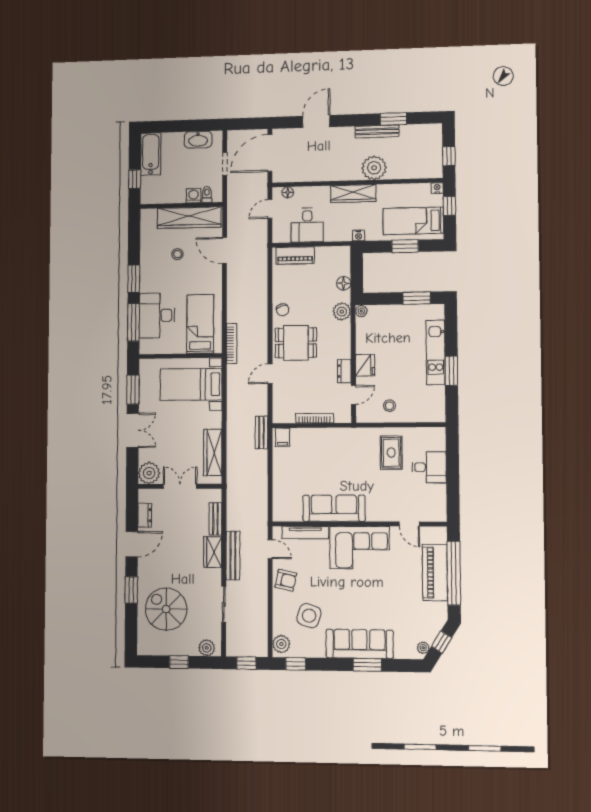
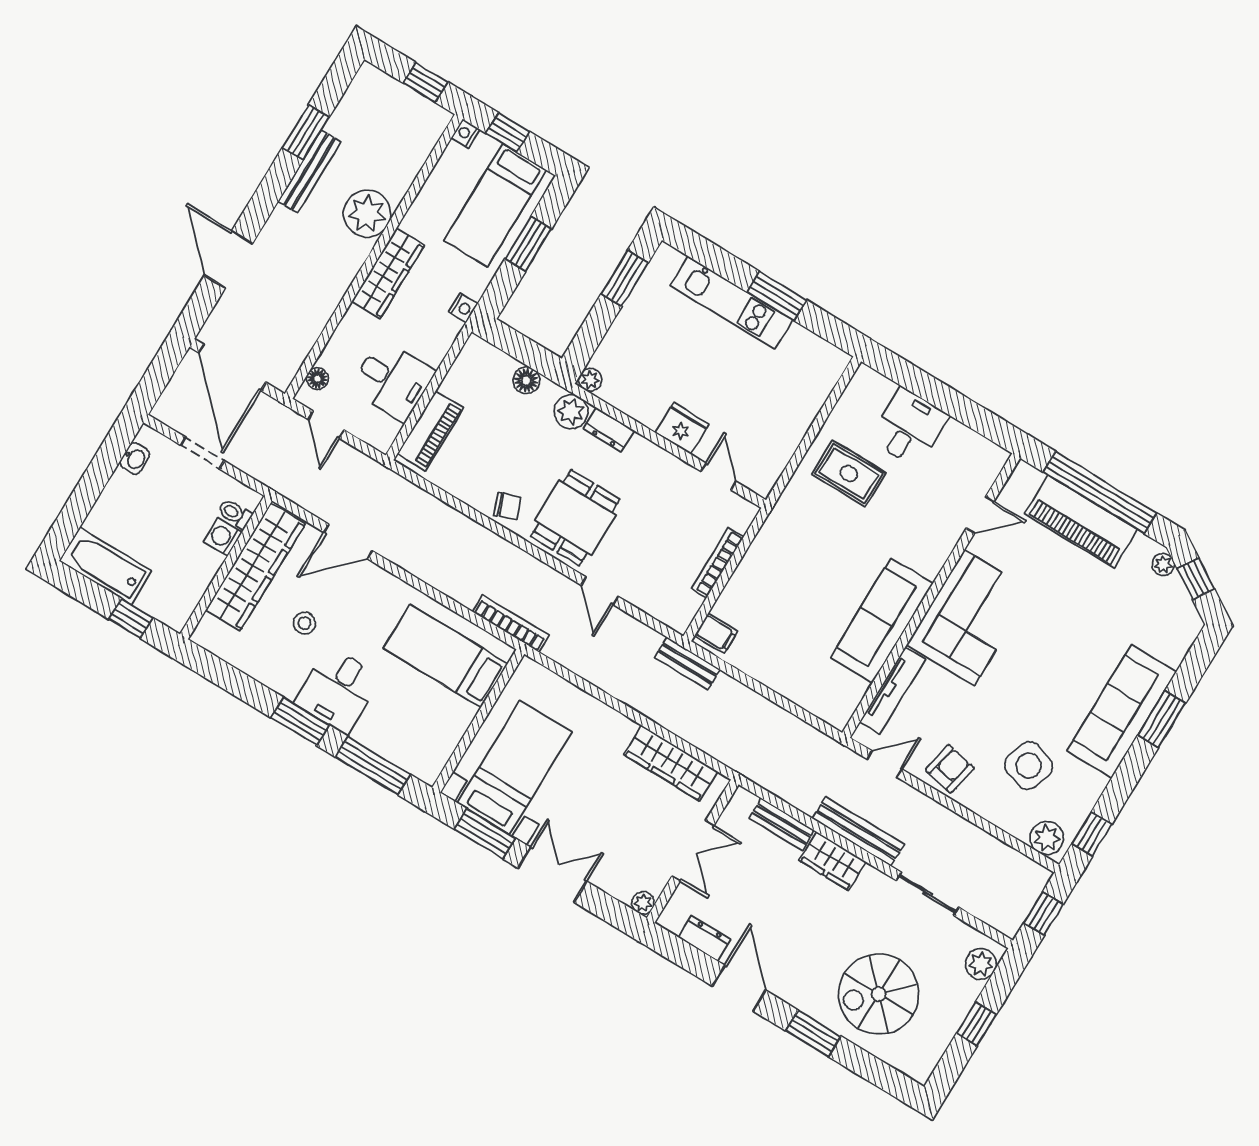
washbasin: (198, 140) -> (135, 458), width x0.52, depth x0.69
desk: (157, 315) -> (338, 690), moved, width x0.73
dresser: (344, 371) -> (609, 430), moved
bed with nightstands: (191, 384) -> (515, 768), moved, turned 180
stool: (389, 406) -> (772, 430), removed
plant: (149, 473) -> (643, 903), width x0.53, depth x0.53
double door: (180, 486) -> (693, 851), swing flipped
plant: (423, 648) -> (1163, 565), moved

